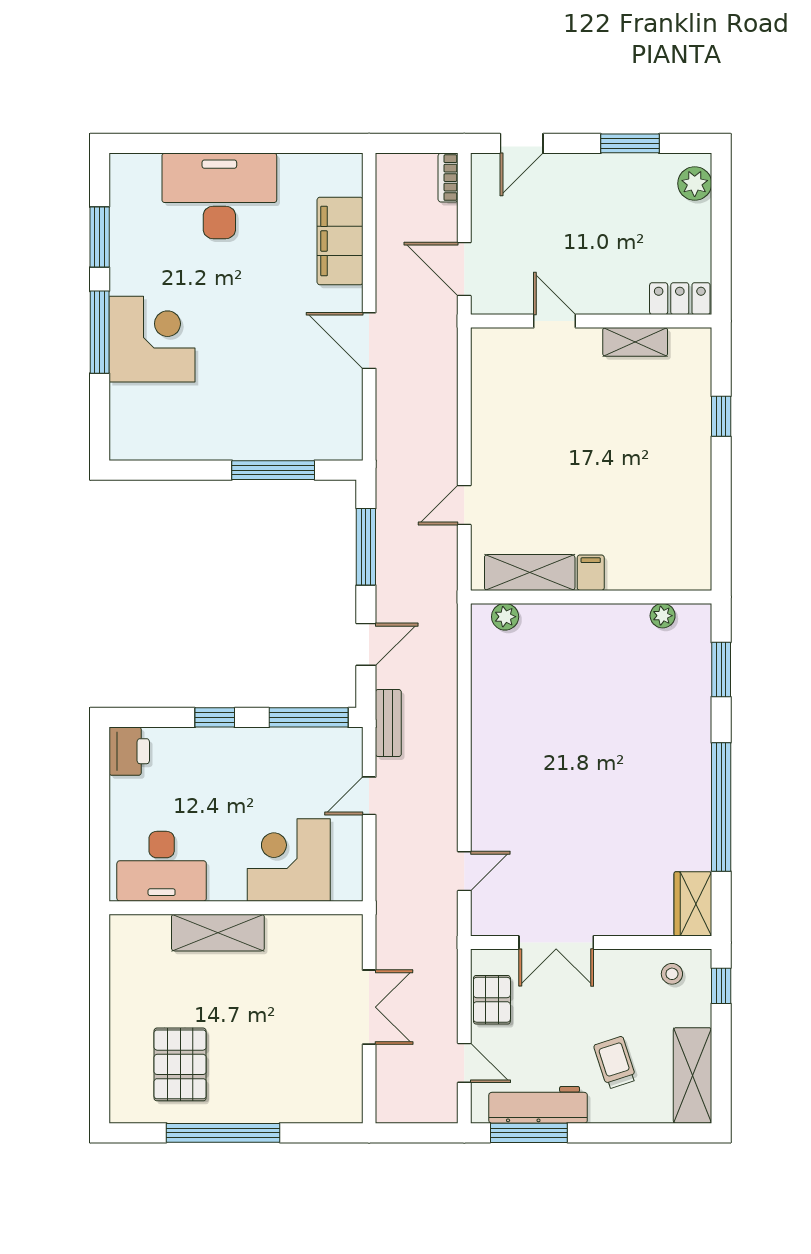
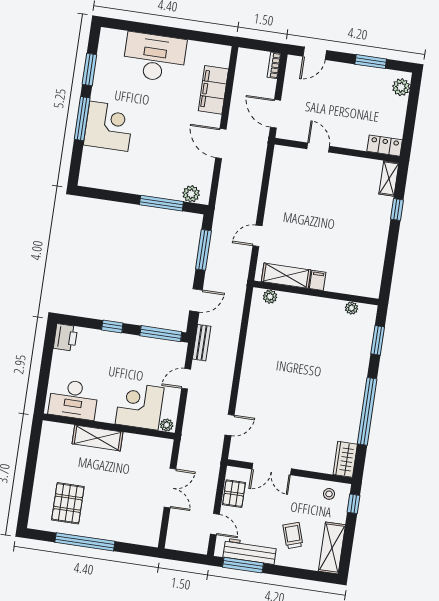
shelving: (635, 342) -> (389, 178), moved, turned 90
plant: (327, 444) -> (191, 194), added
plant: (345, 889) -> (167, 425), added

